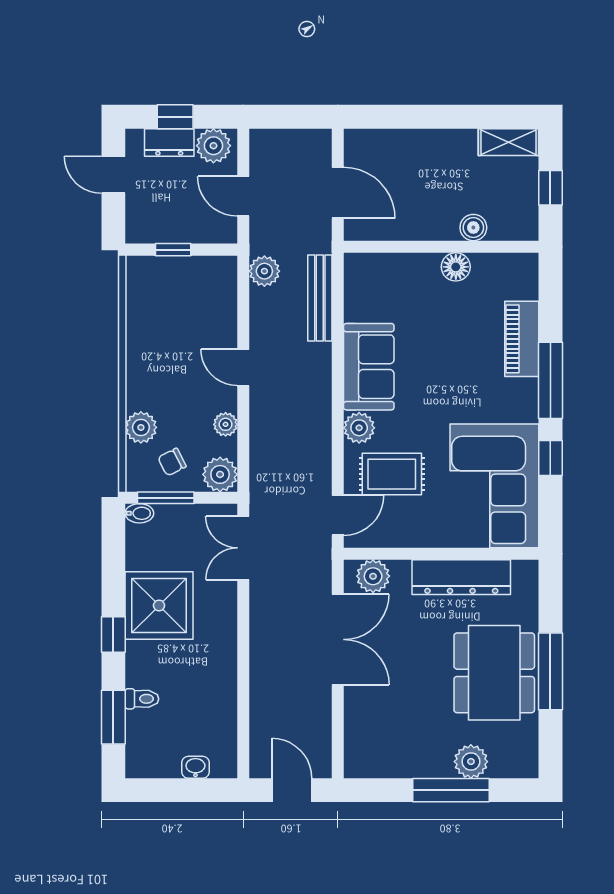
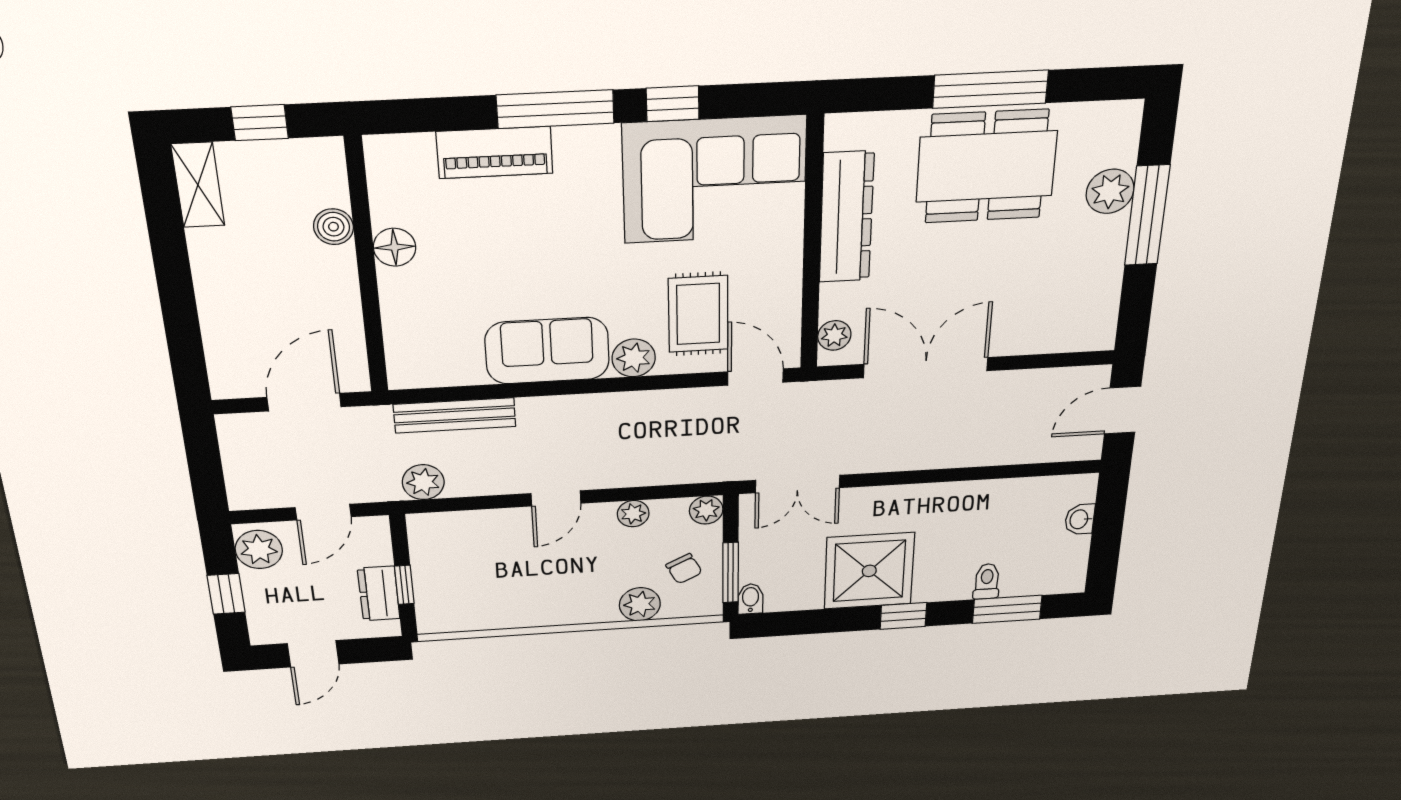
dresser: (169, 142) -> (379, 593), moved, turned 180
plant: (220, 474) -> (706, 510), width x0.73, depth x0.73
plant: (373, 576) -> (834, 335), width x0.73, depth x0.73

